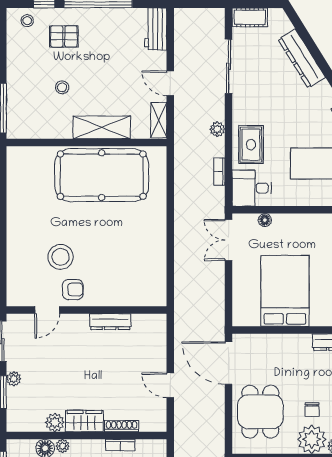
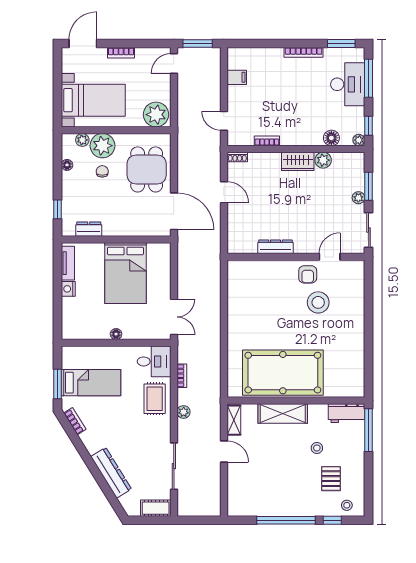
workbench: (156, 29) -> (346, 413), moved, turned 90
pallet: (64, 36) -> (331, 479), moved, turned 90
floor lamp: (265, 220) -> (116, 334), moved
armchair: (73, 289) -> (308, 274), turned -90
shoe rack: (122, 426) -> (237, 157), moved, width x0.70
plant: (63, 446) -> (359, 140), moved

